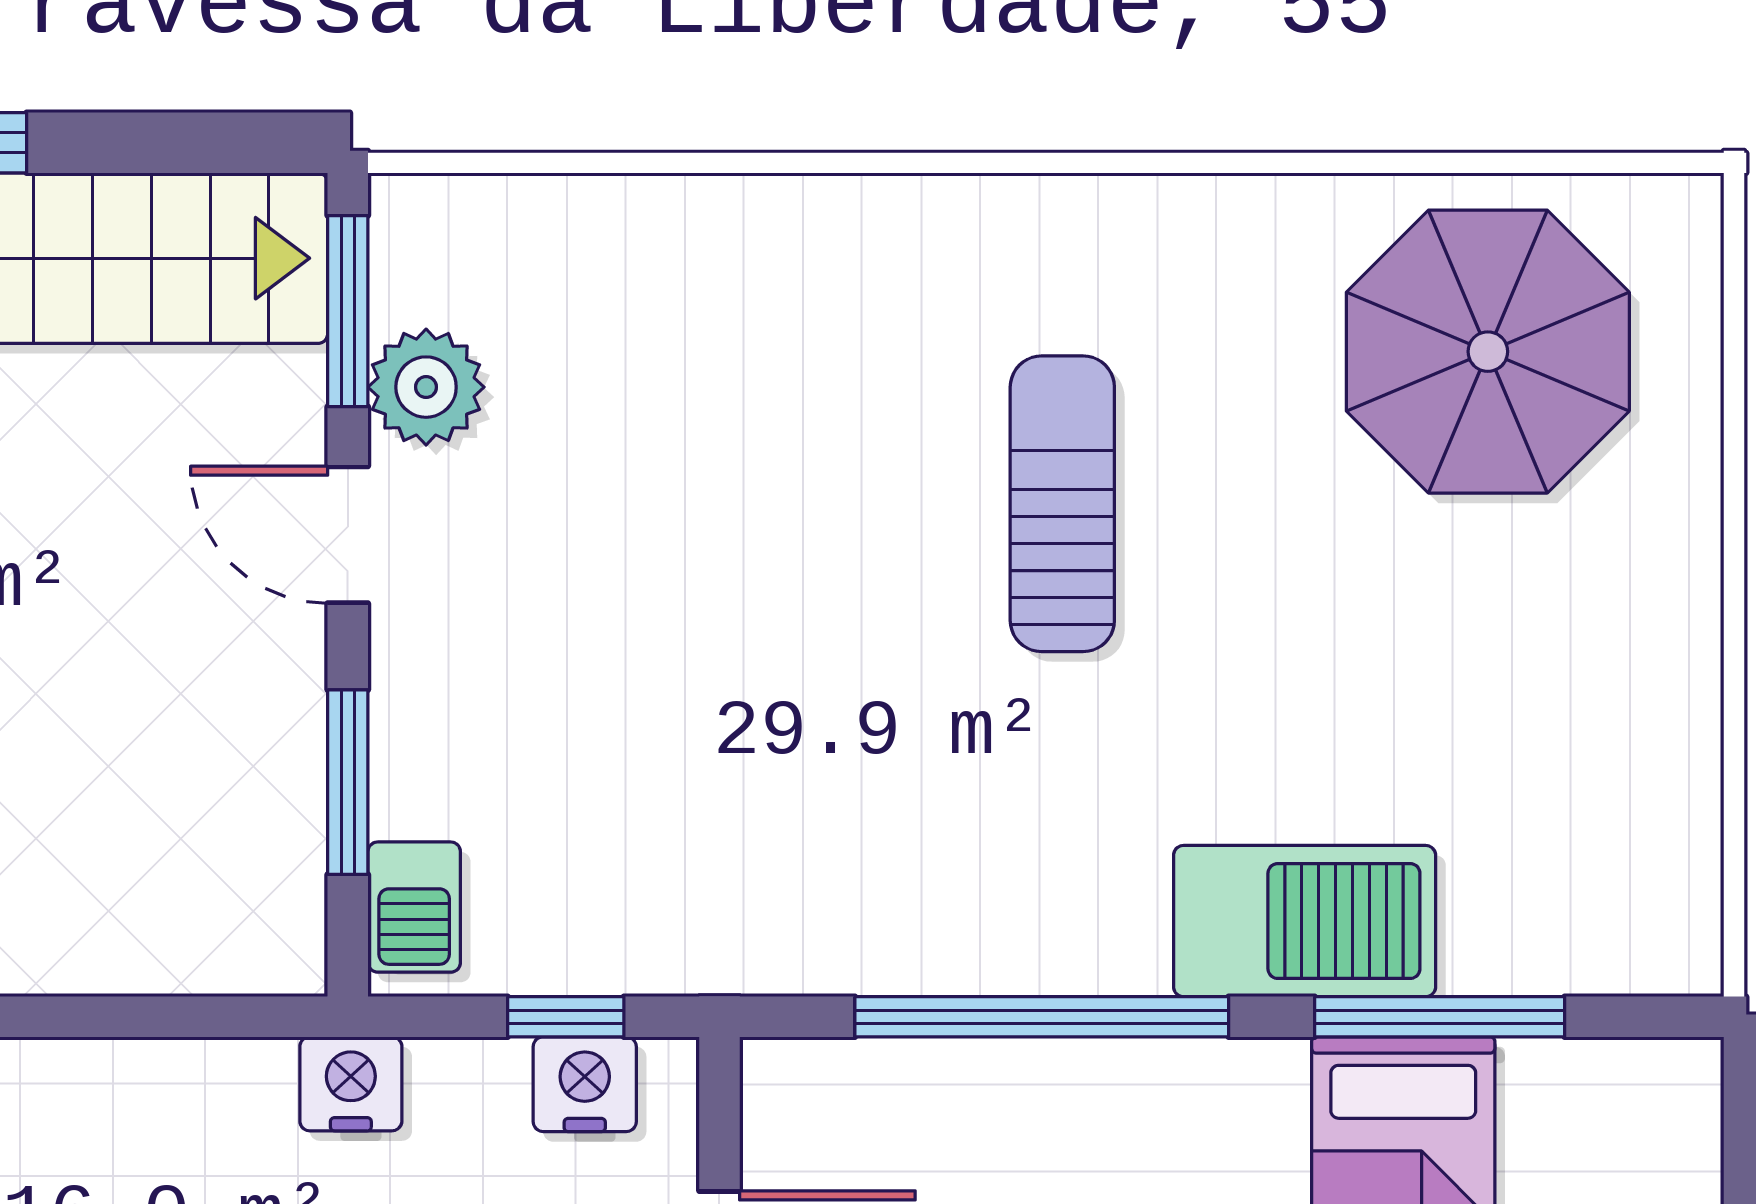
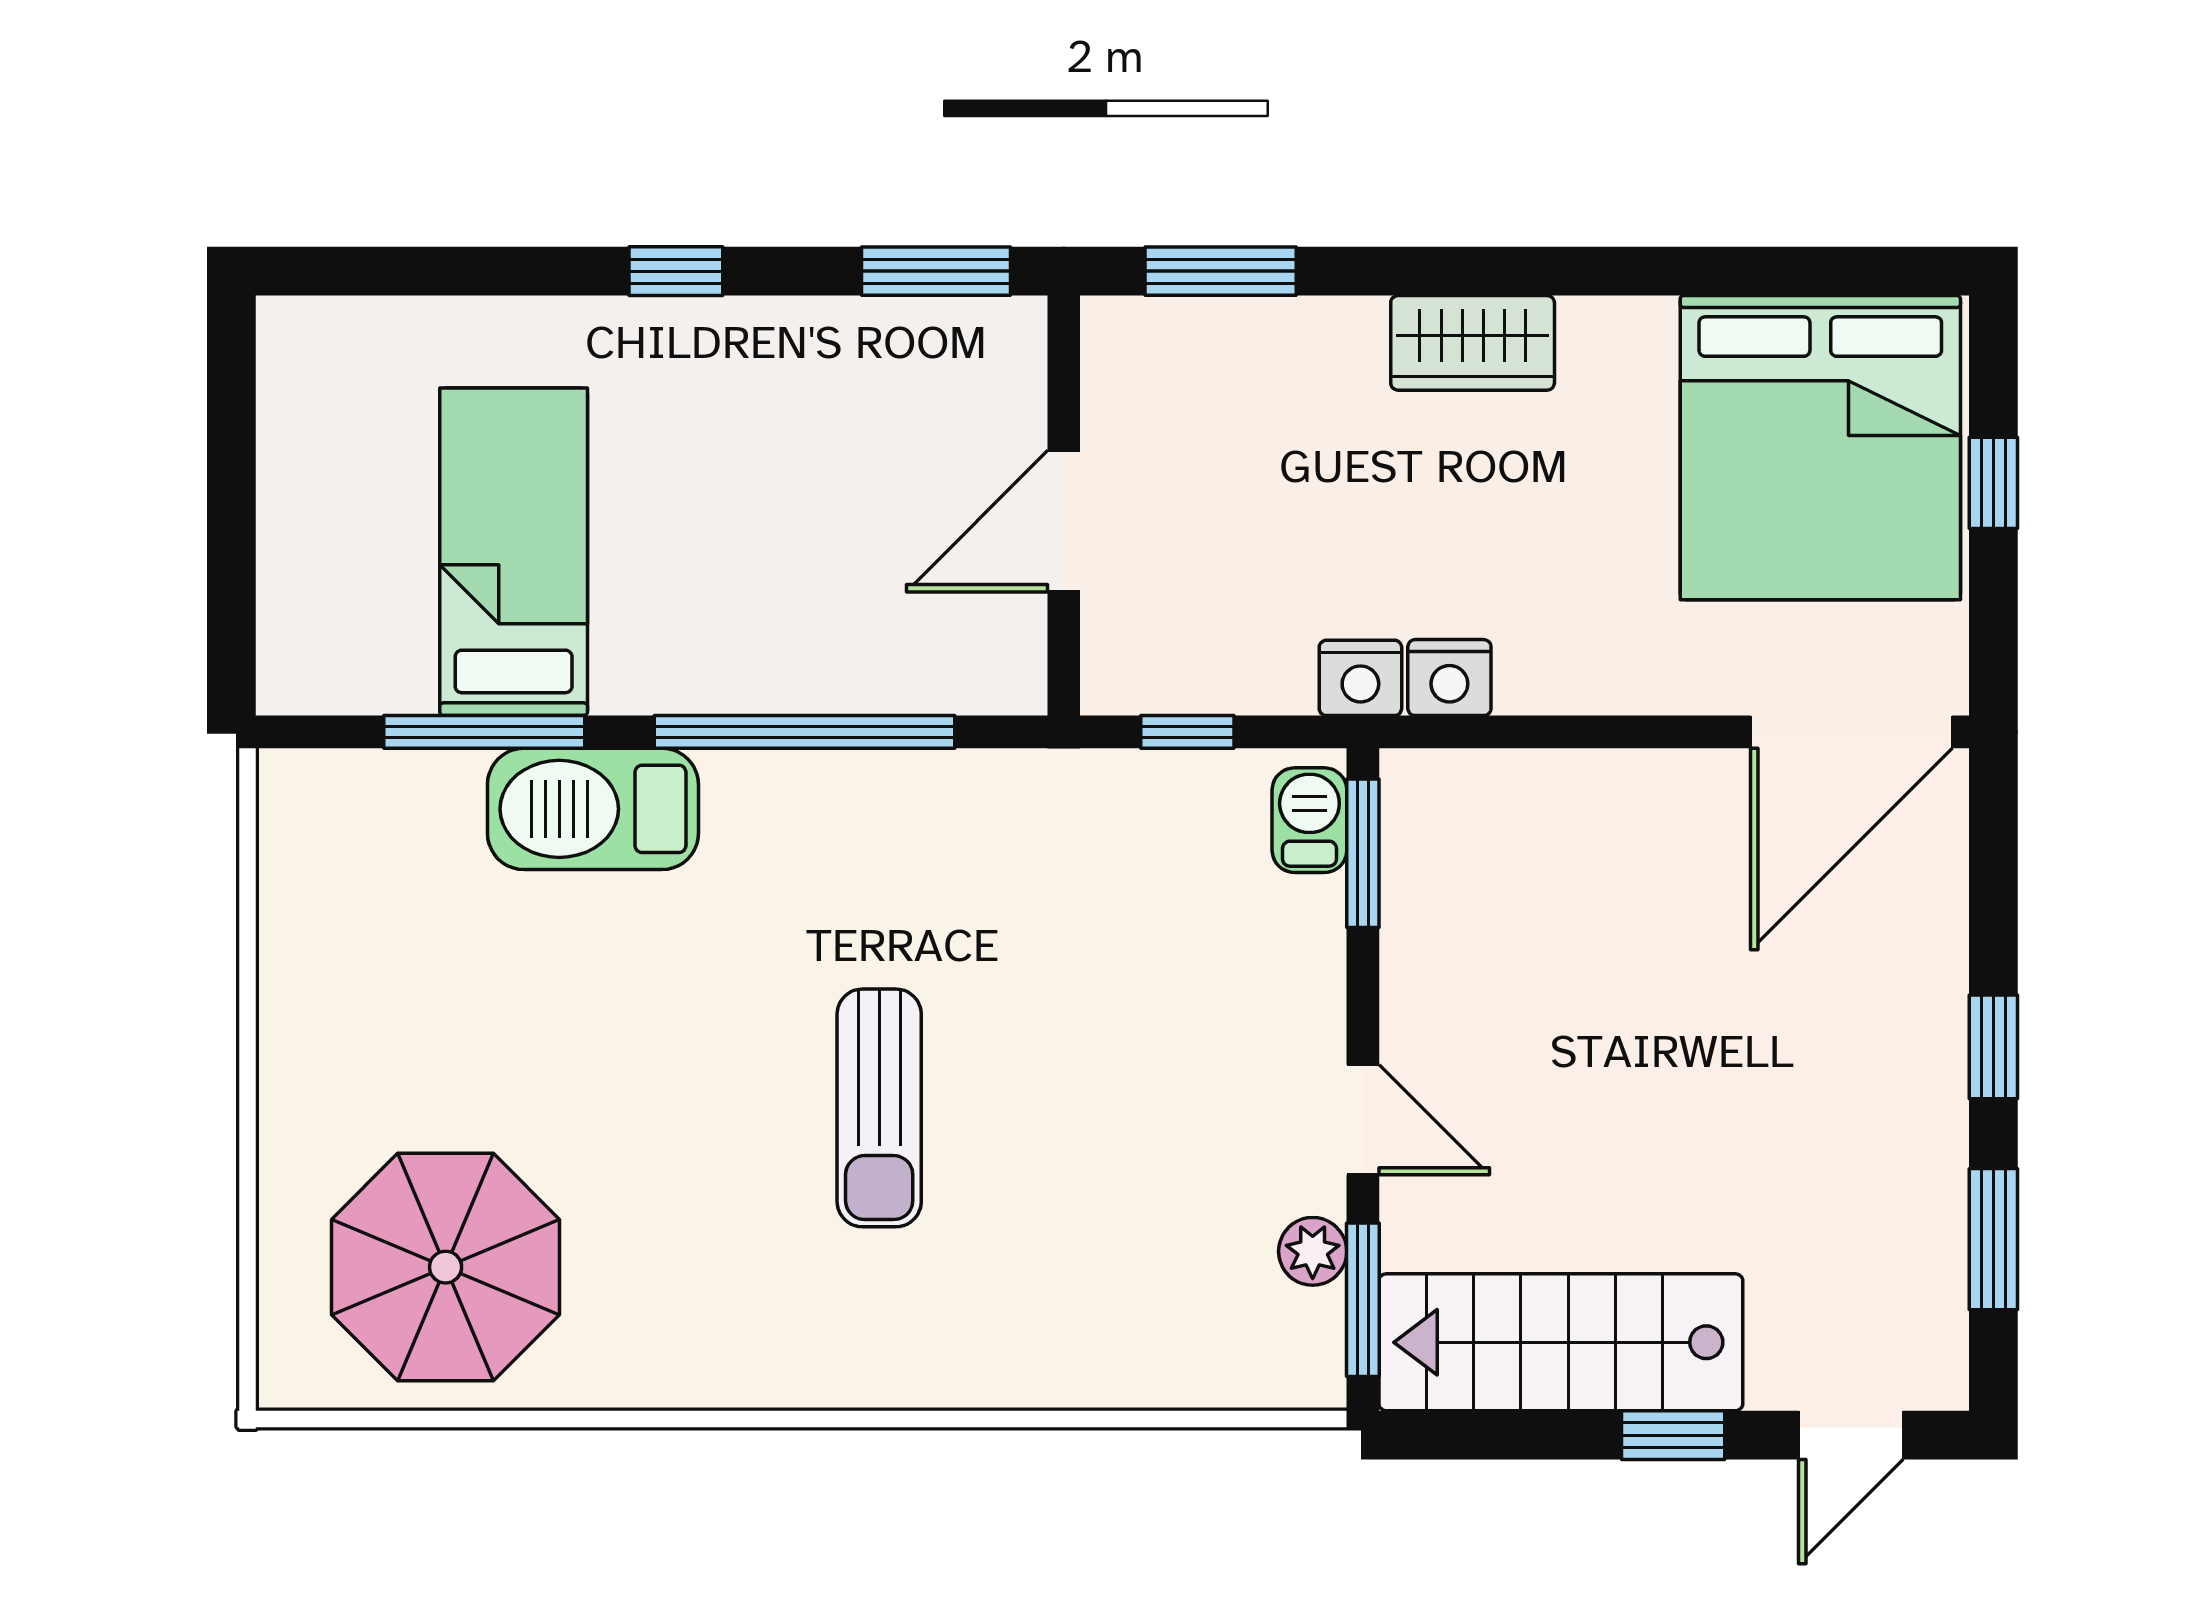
plant: (426, 387) -> (1313, 1251), width x0.73, depth x0.73
sun lounger: (1062, 504) -> (879, 1108), moved
window: (348, 782) -> (1363, 853), moved
nightstand: (585, 1084) -> (1449, 678), moved

